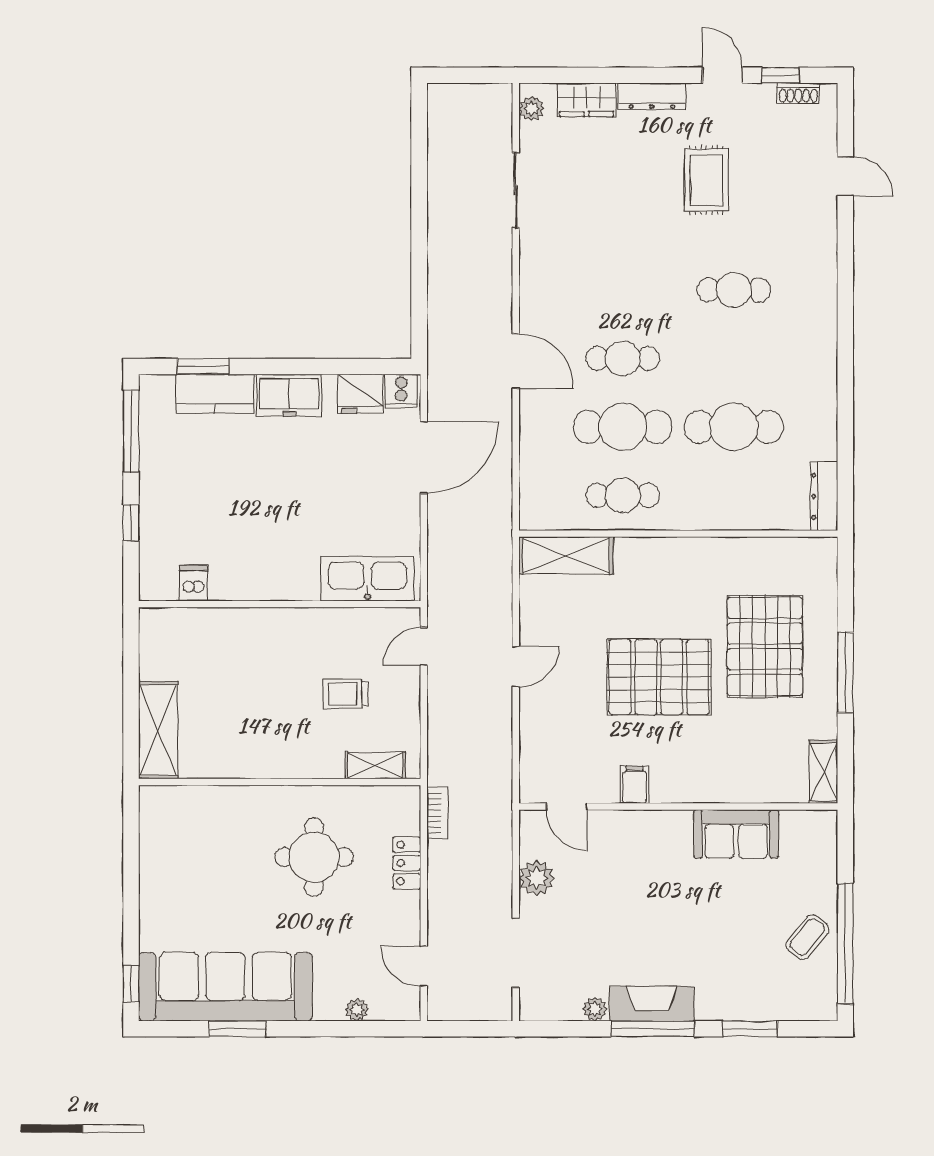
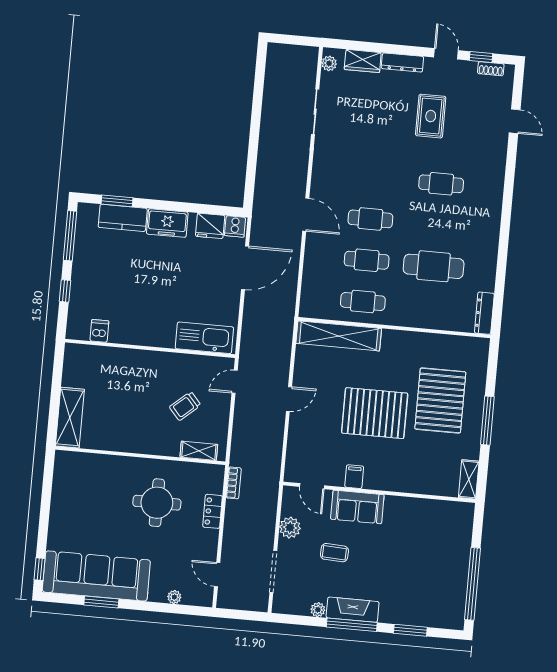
cafe table: (623, 427) -> (367, 260), width x0.73, depth x0.74
shelving: (566, 556) -> (339, 336), width x1.47
trolley: (346, 694) -> (185, 406), turned -41
sofa: (736, 834) -> (357, 507), moved
coffee table: (808, 937) -> (334, 553), moved, turned 53

